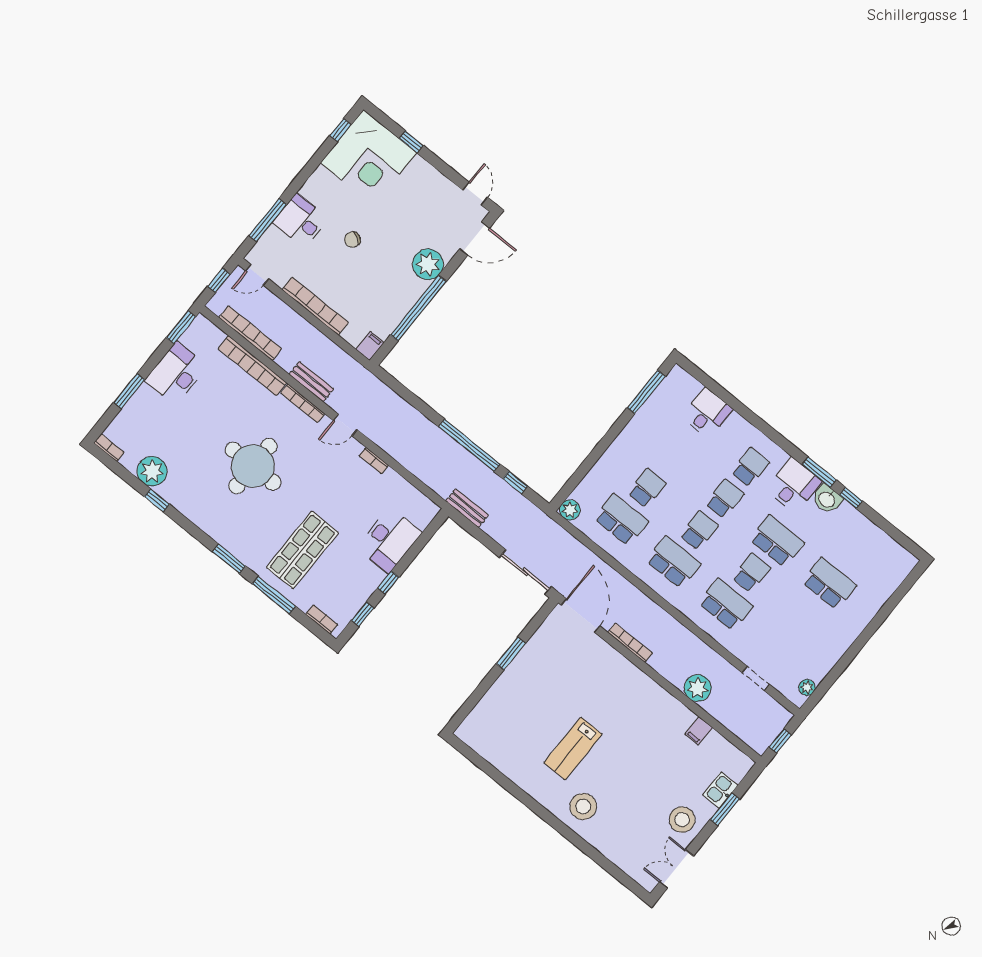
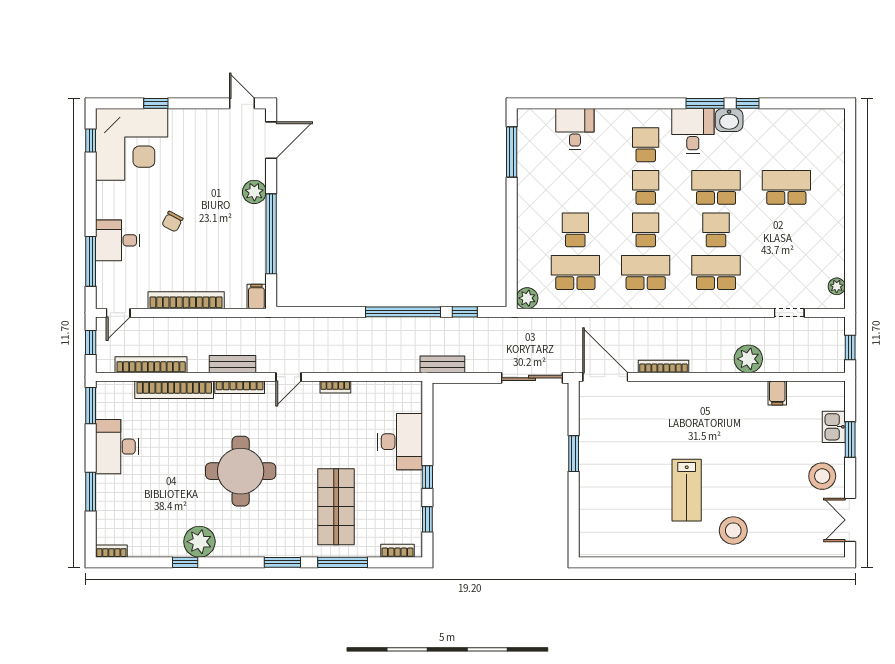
plant: (428, 264) -> (254, 192), width x0.73, depth x0.73
plant: (152, 471) -> (199, 542), moved

